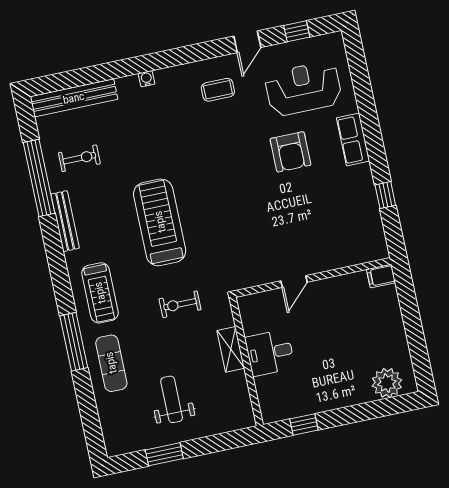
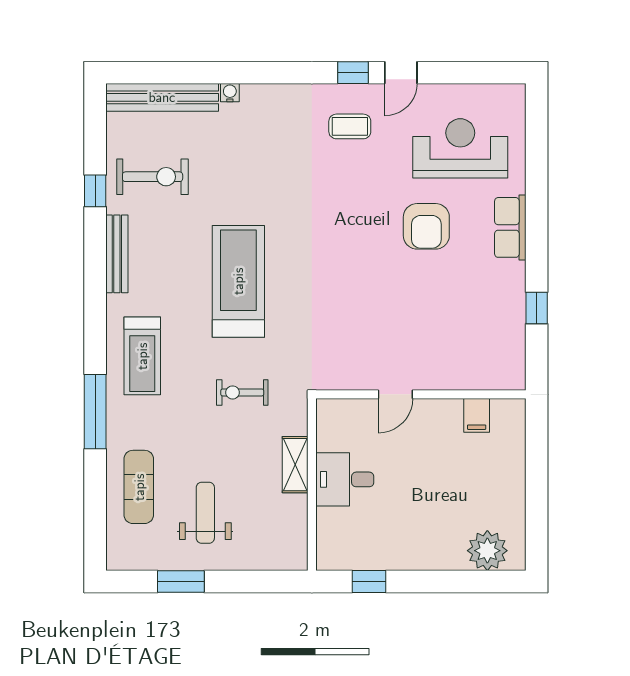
window: (297, 31) -> (353, 73), moved
water cooler: (146, 79) -> (230, 93), moved
exercise bike: (79, 158) -> (153, 177), width x1.38, depth x1.39
window: (39, 178) -> (95, 191), width x0.32
filing cabinet: (381, 276) -> (477, 415), moved, turned -90
exercise mat: (111, 363) -> (139, 487), moved

